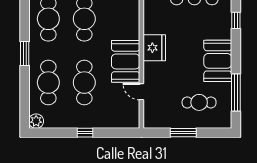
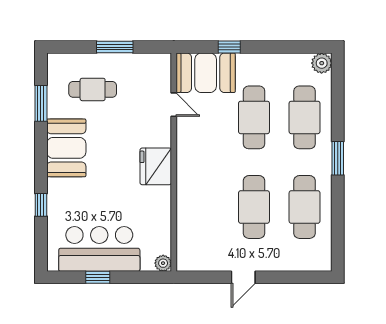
booth: (126, 61) -> (206, 73), moved, turned 90
window: (236, 93) -> (41, 103), width x0.69
window: (85, 133) -> (229, 47), moved

